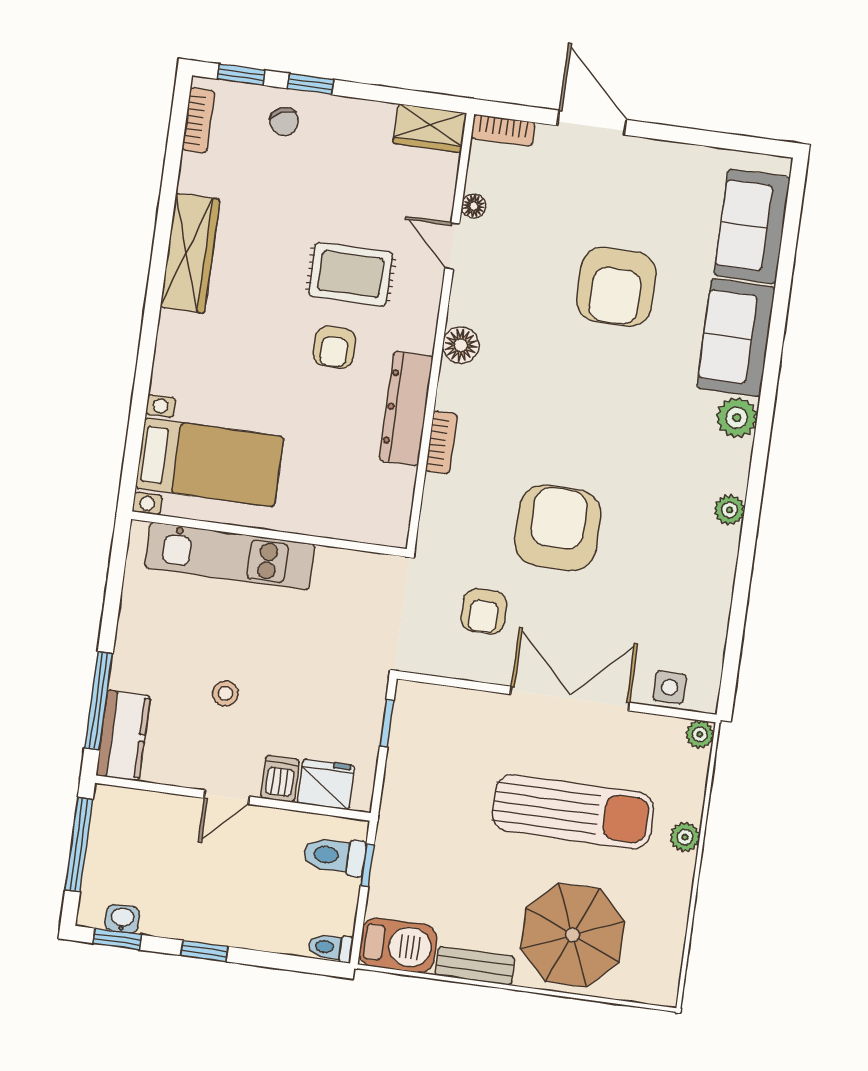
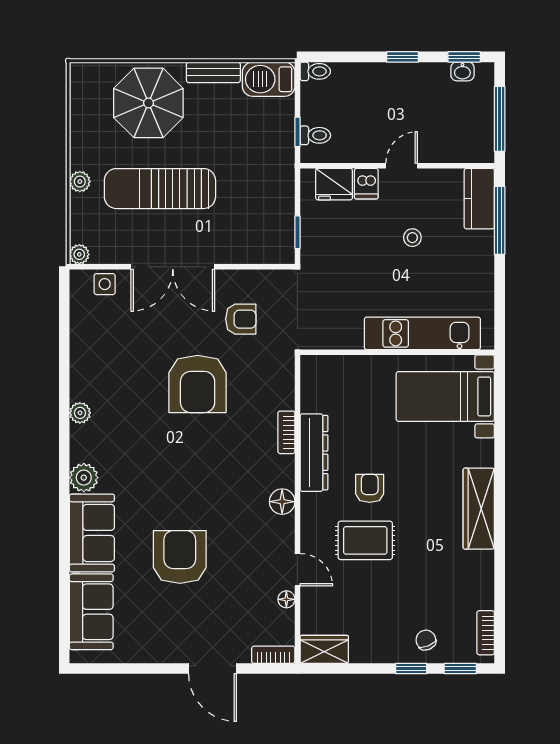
wardrobe: (190, 253) -> (479, 509), moved
armchair: (484, 611) -> (241, 319), turned 90
toilet: (335, 856) -> (315, 135), width x0.73, depth x0.72

